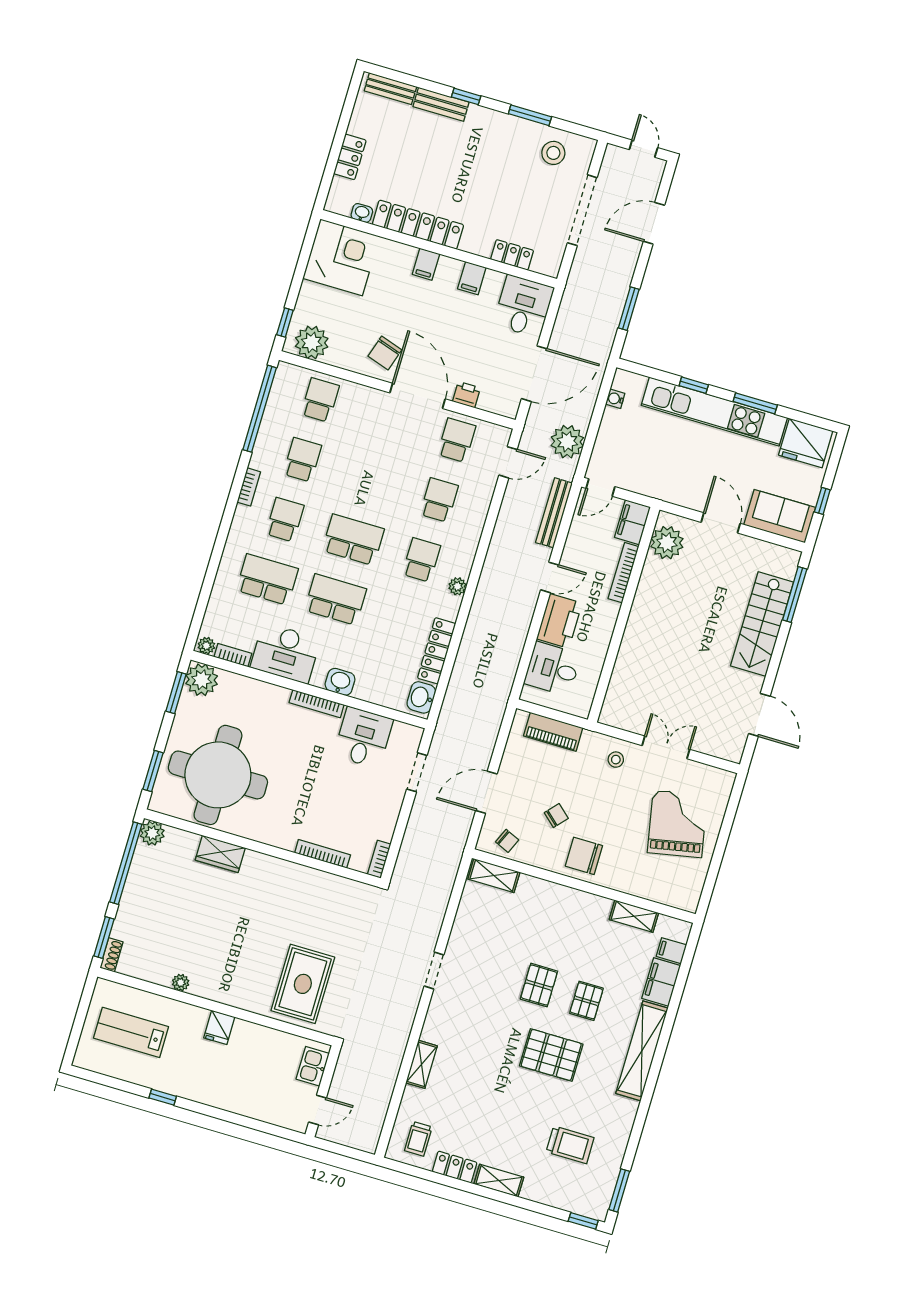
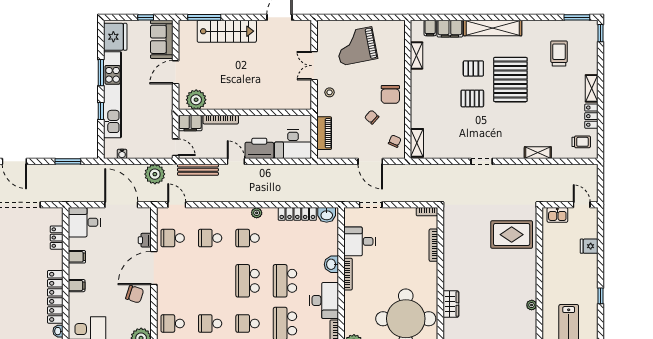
desk: (553, 669) -> (293, 144), width x1.37
fridge: (219, 1027) -> (589, 246), moved, turned 180
pallet: (551, 1055) -> (510, 80), width x1.37, depth x1.41

